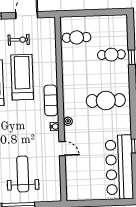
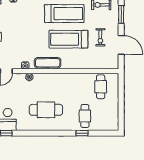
treadmill: (22, 77) -> (68, 39), turned 180
cafe table: (106, 101) -> (46, 110), turned 90

